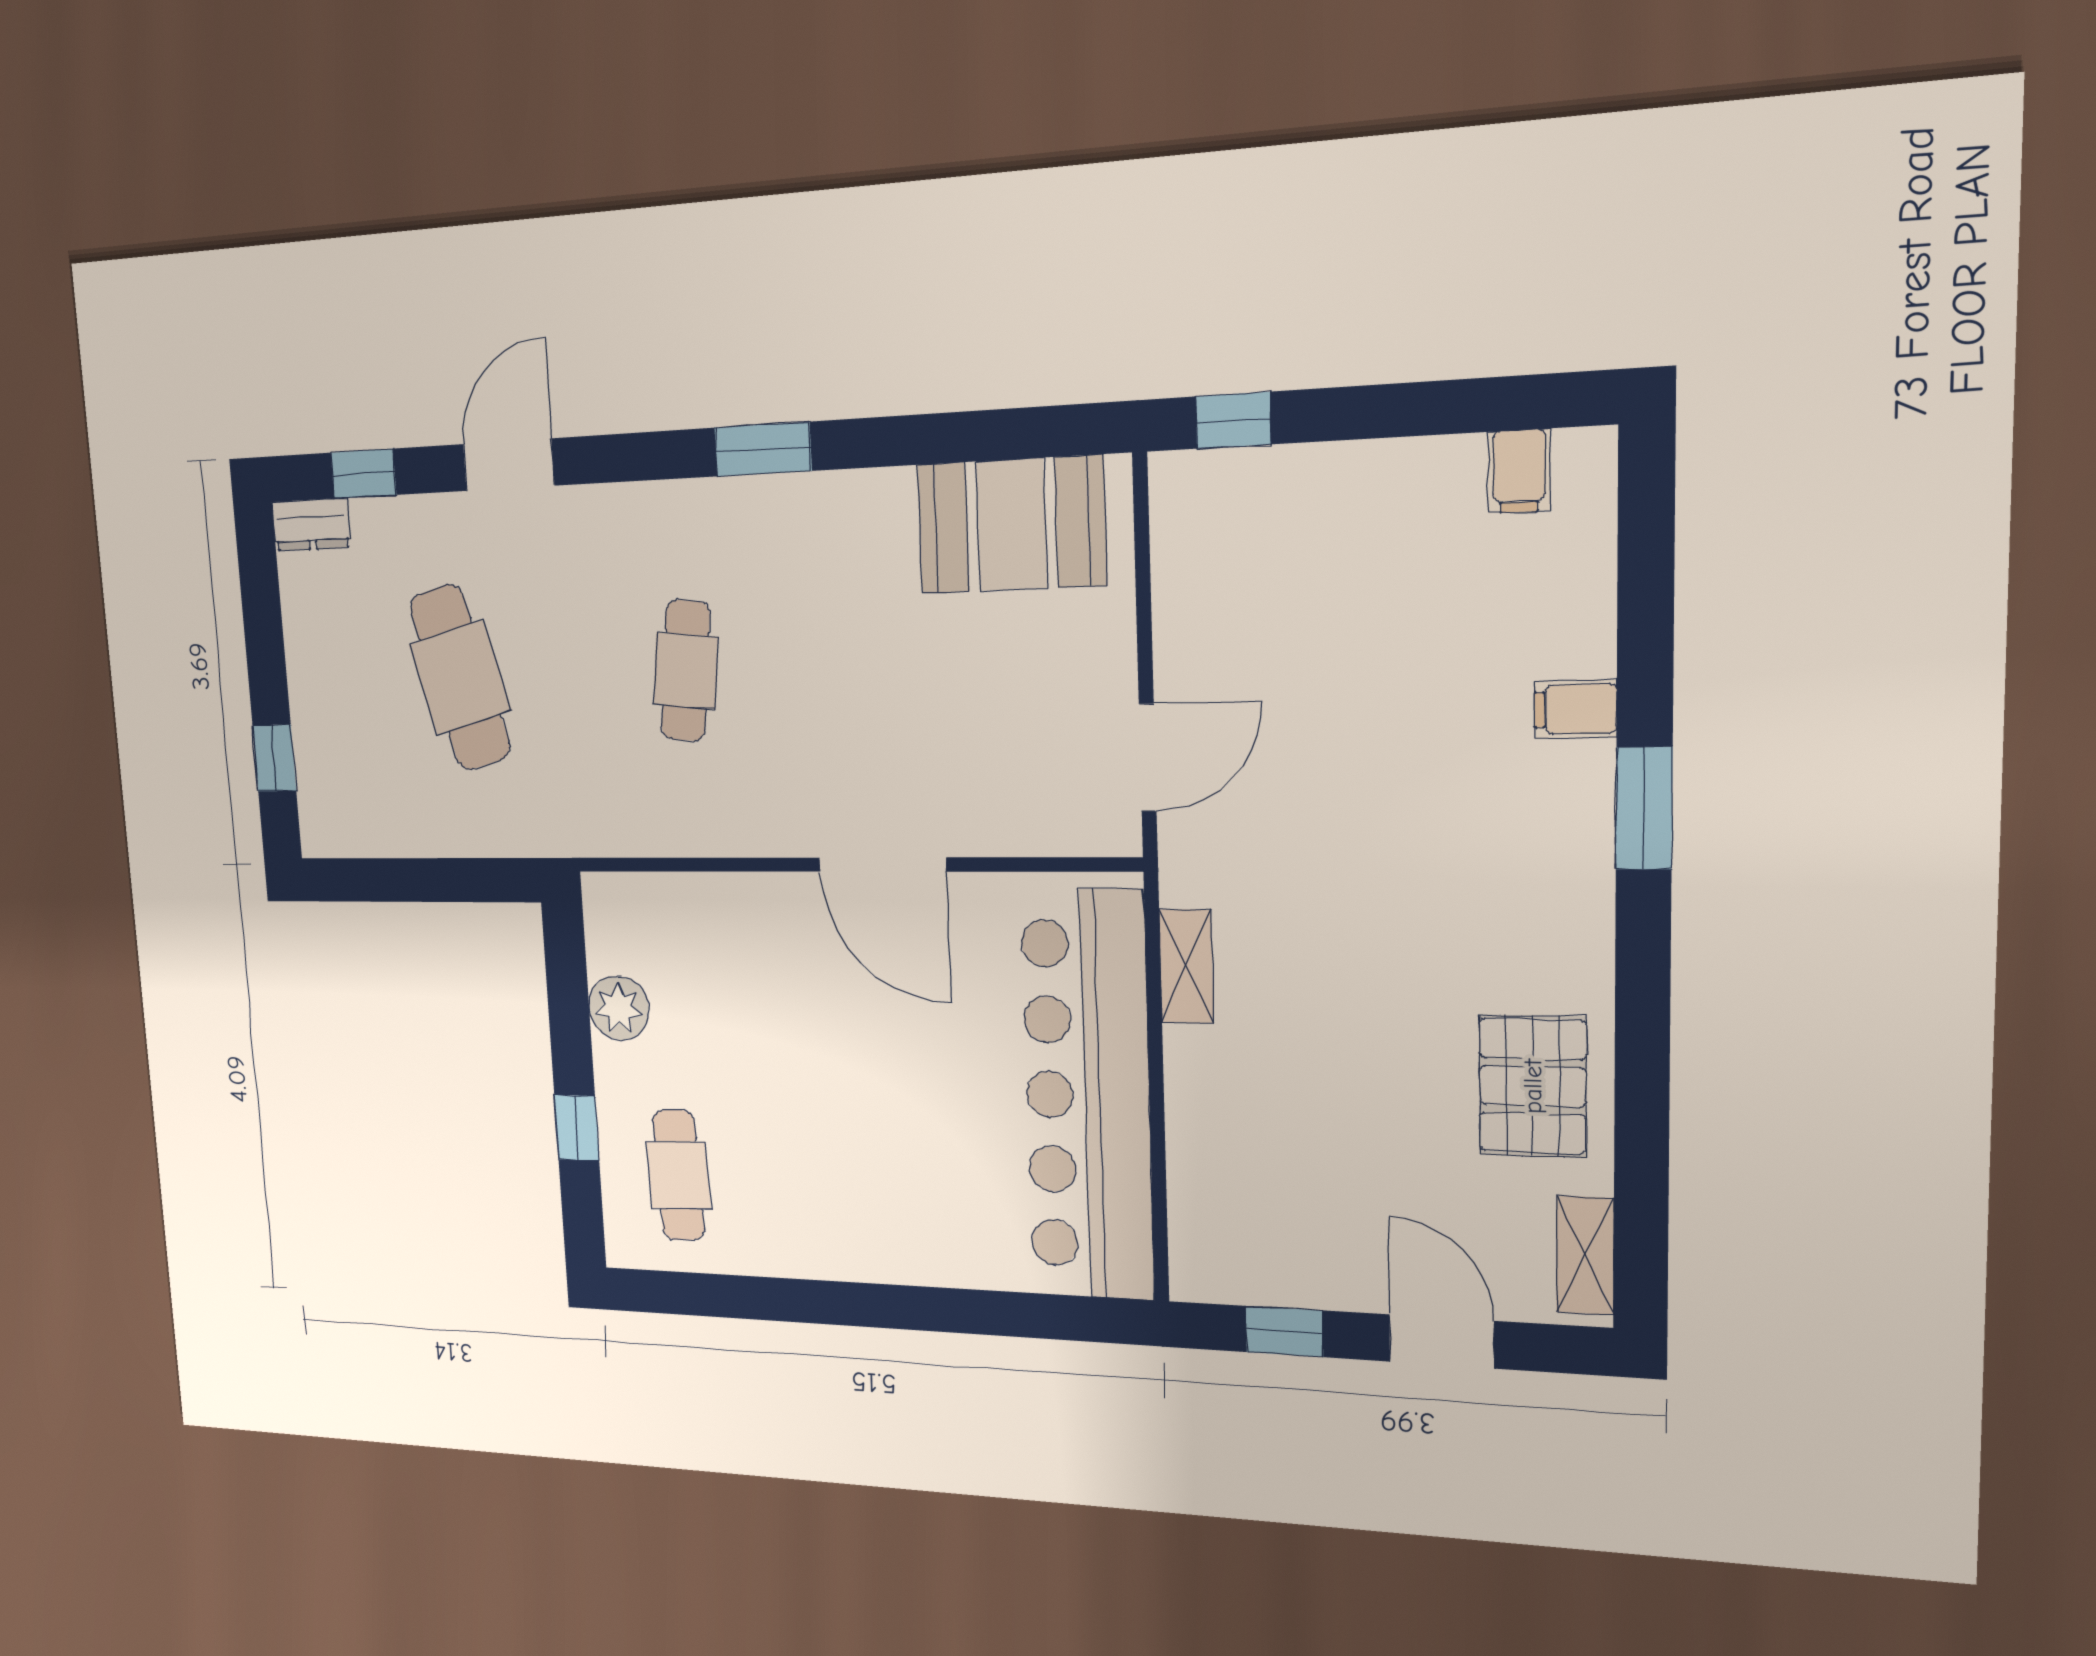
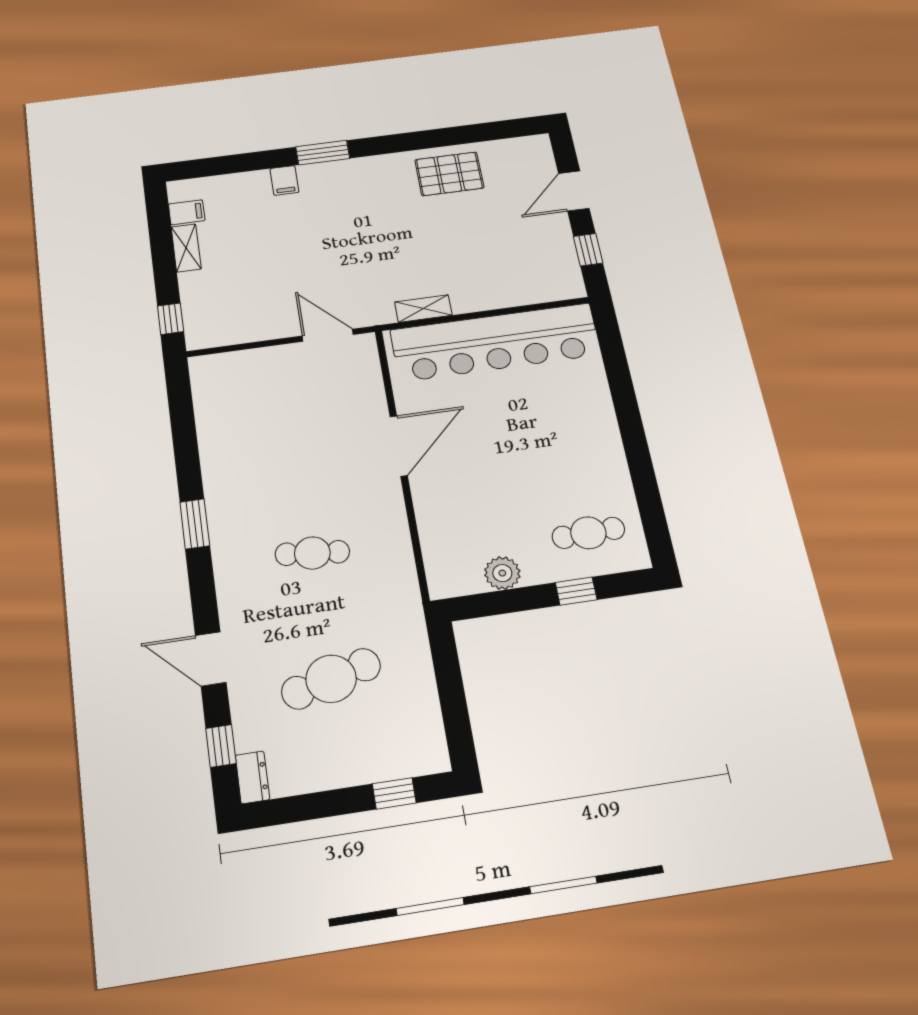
booth: (1011, 525) -> (224, 405), removed
shelving: (1585, 1255) -> (186, 248), moved, turned 90

